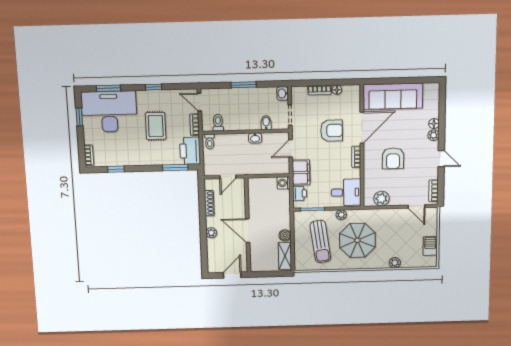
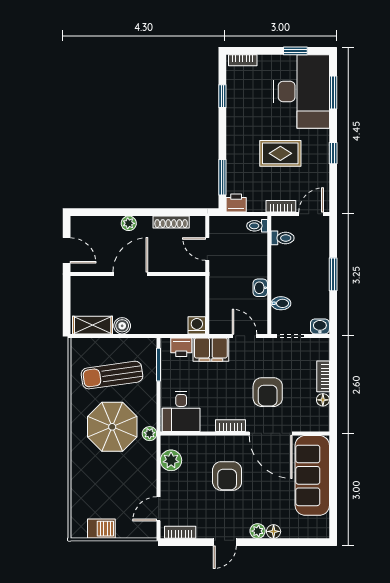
printer: (190, 151) -> (236, 203), width x0.53, depth x0.68
armchair: (393, 158) -> (227, 476), turned -90
plant: (341, 215) -> (150, 434), moved
plant: (395, 263) -> (78, 479), removed

